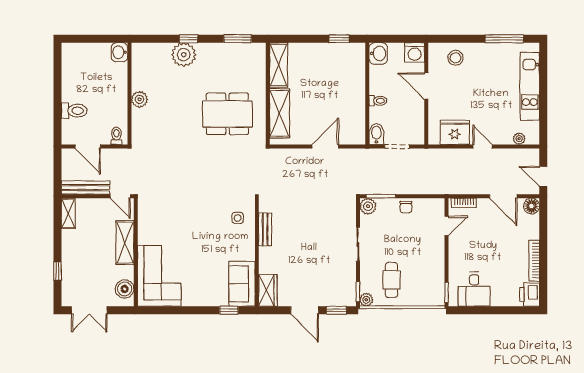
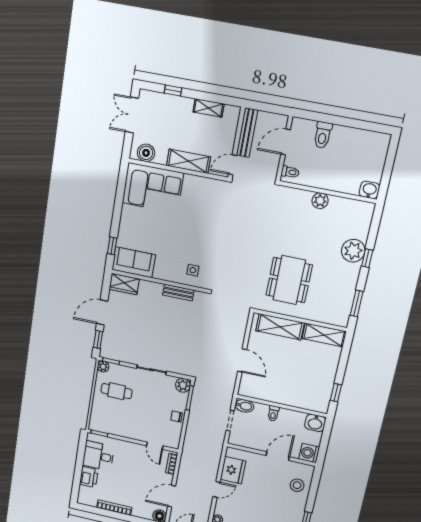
shelving: (68, 213) -> (209, 108), moved
printer: (530, 294) -> (89, 477), moved, turned 90

